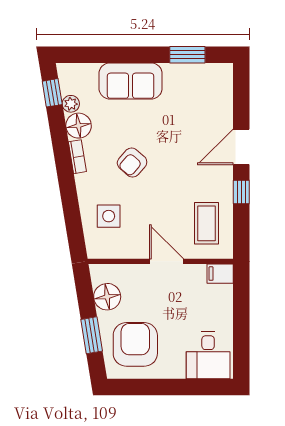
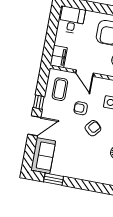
sofa: (131, 81) -> (43, 156), moved, turned 90
armchair: (162, 195) -> (81, 108), added
filing cabinet: (220, 274) -> (59, 56), width x2.00

